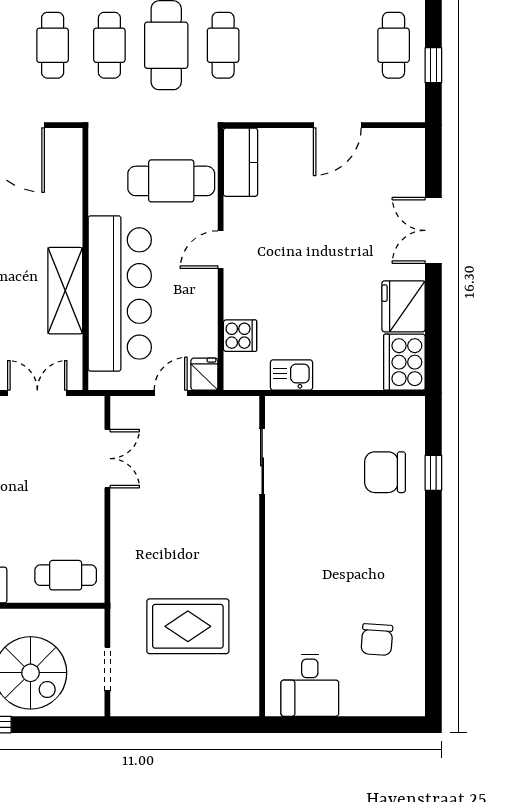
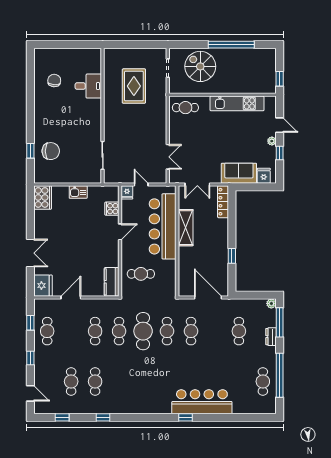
cafe table: (280, 45) -> (95, 331), added
cafe table: (171, 181) -> (141, 274), width x0.73, depth x0.74
door: (221, 250) -> (120, 232), moved
fridge: (404, 306) -> (43, 286), moved
kitchen sink: (291, 375) -> (78, 192), moved
door: (171, 393) -> (141, 184), swing flipped
double door: (107, 459) -> (168, 157), swing flipped
rug: (188, 626) -> (134, 86), turned 90
desk: (310, 685) -> (88, 86), moved, turned 90

